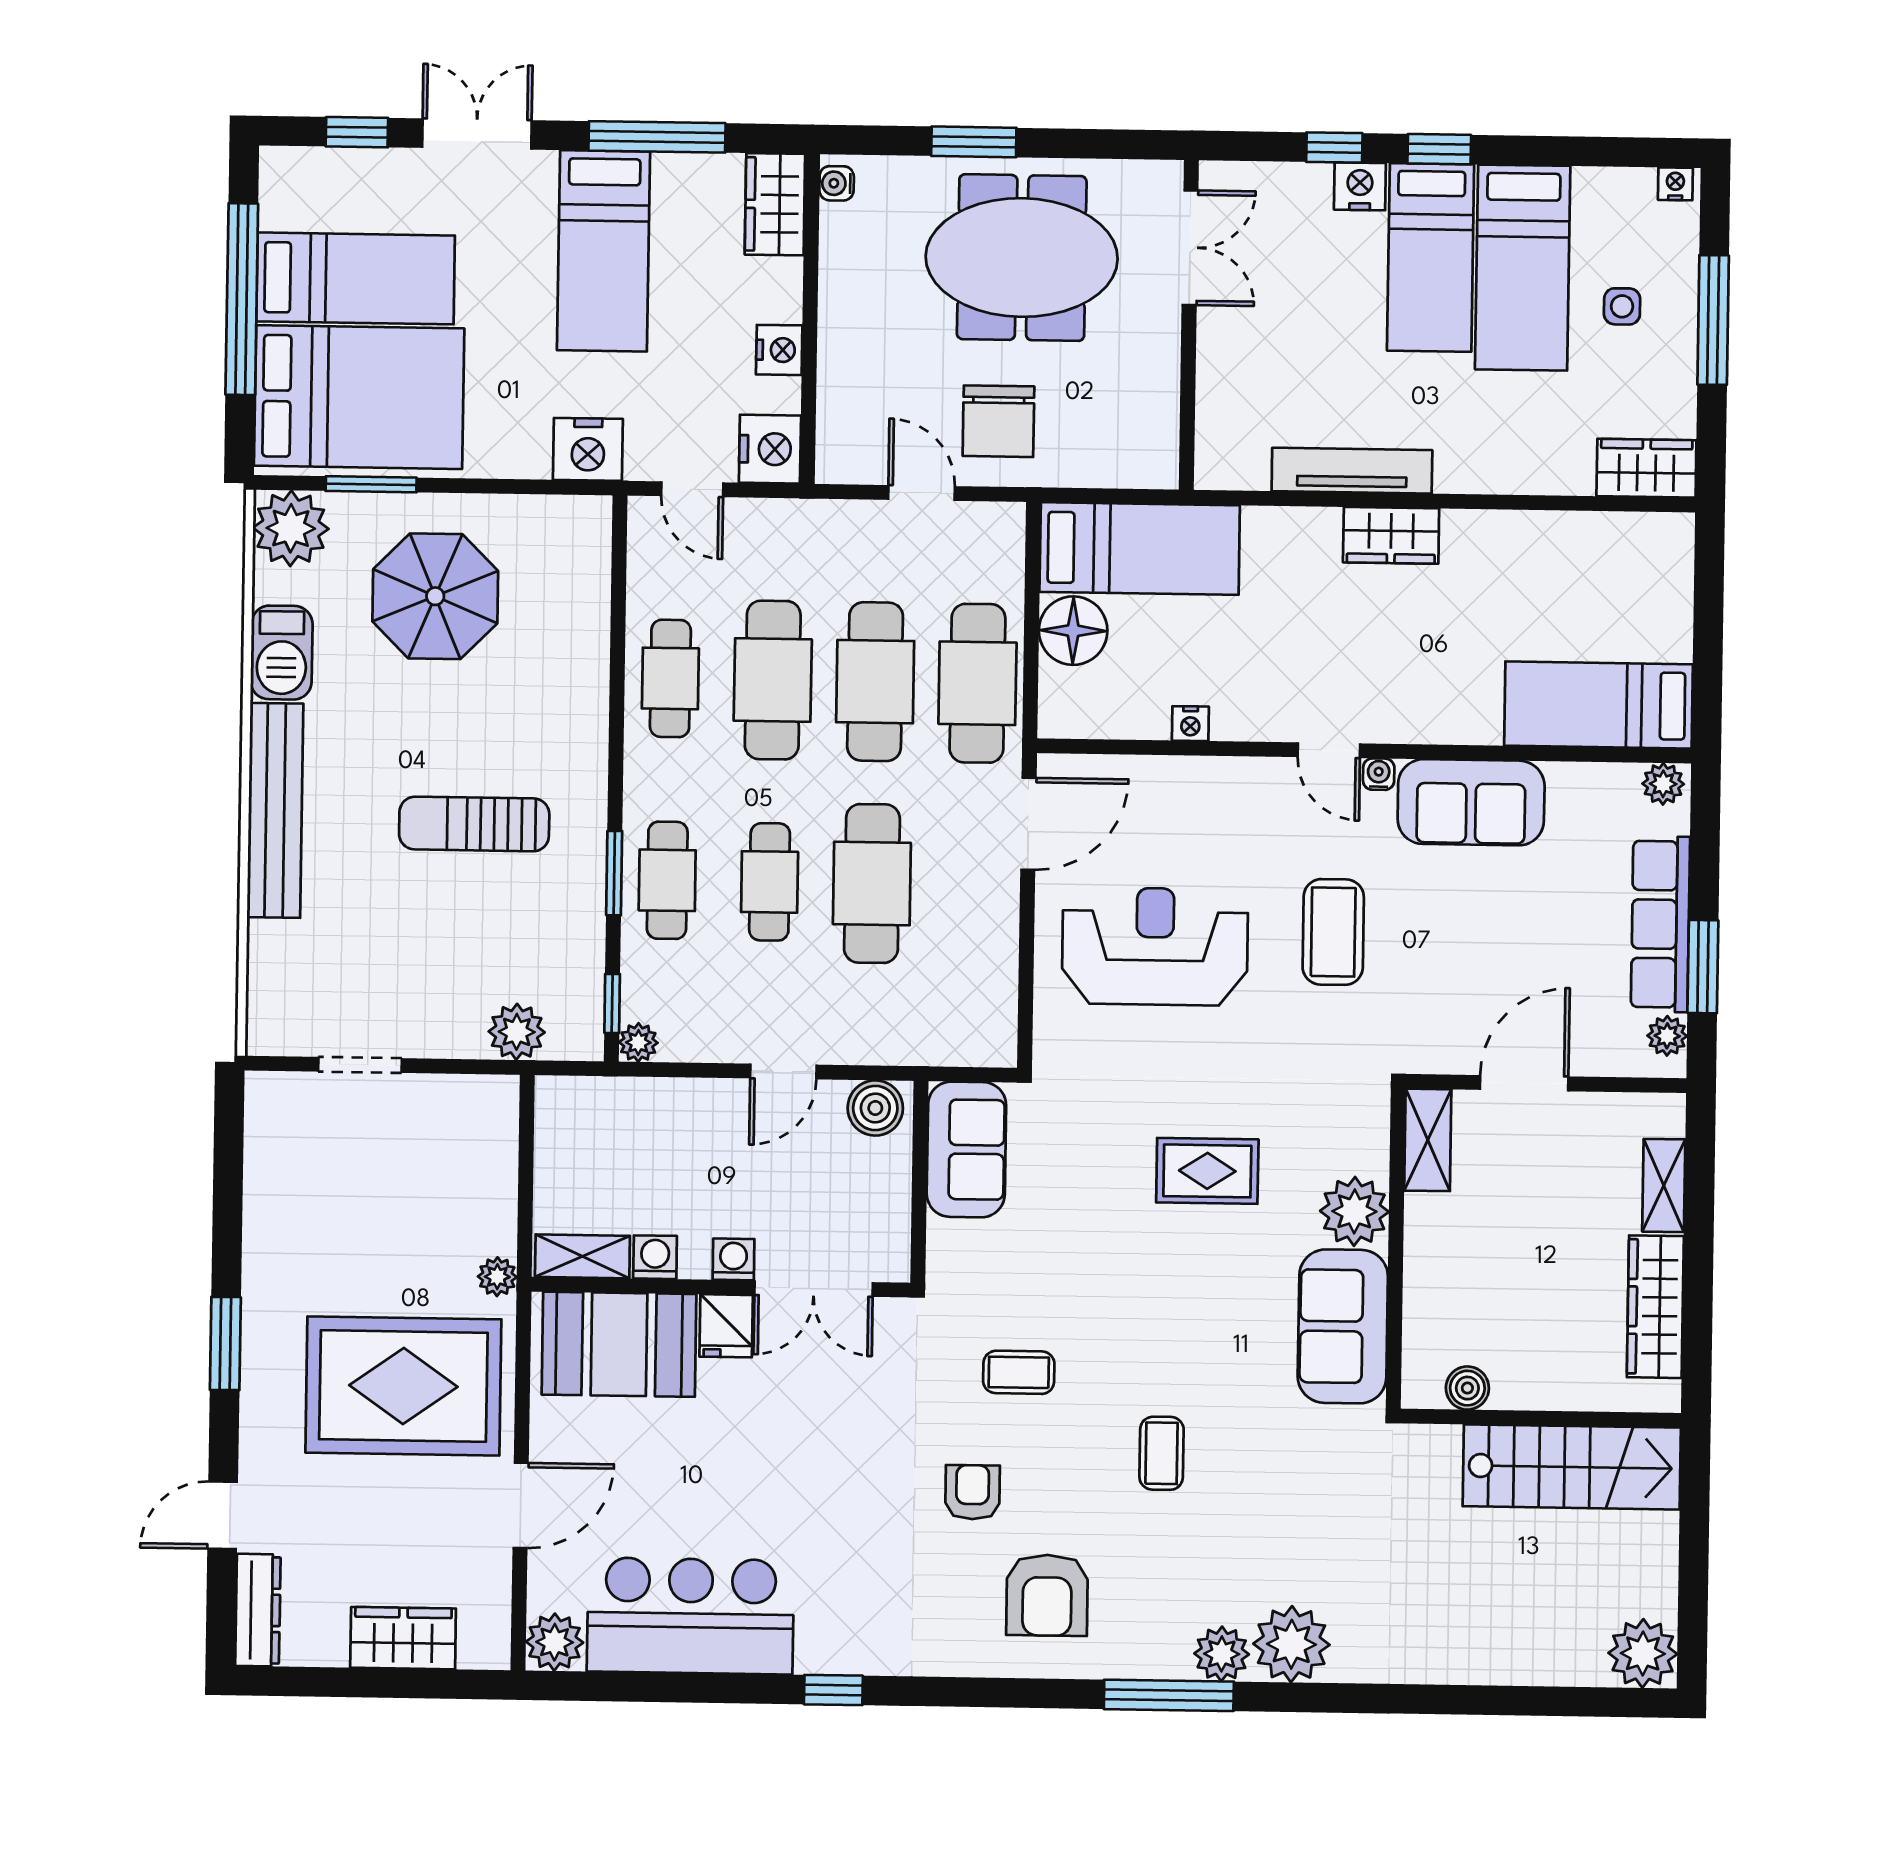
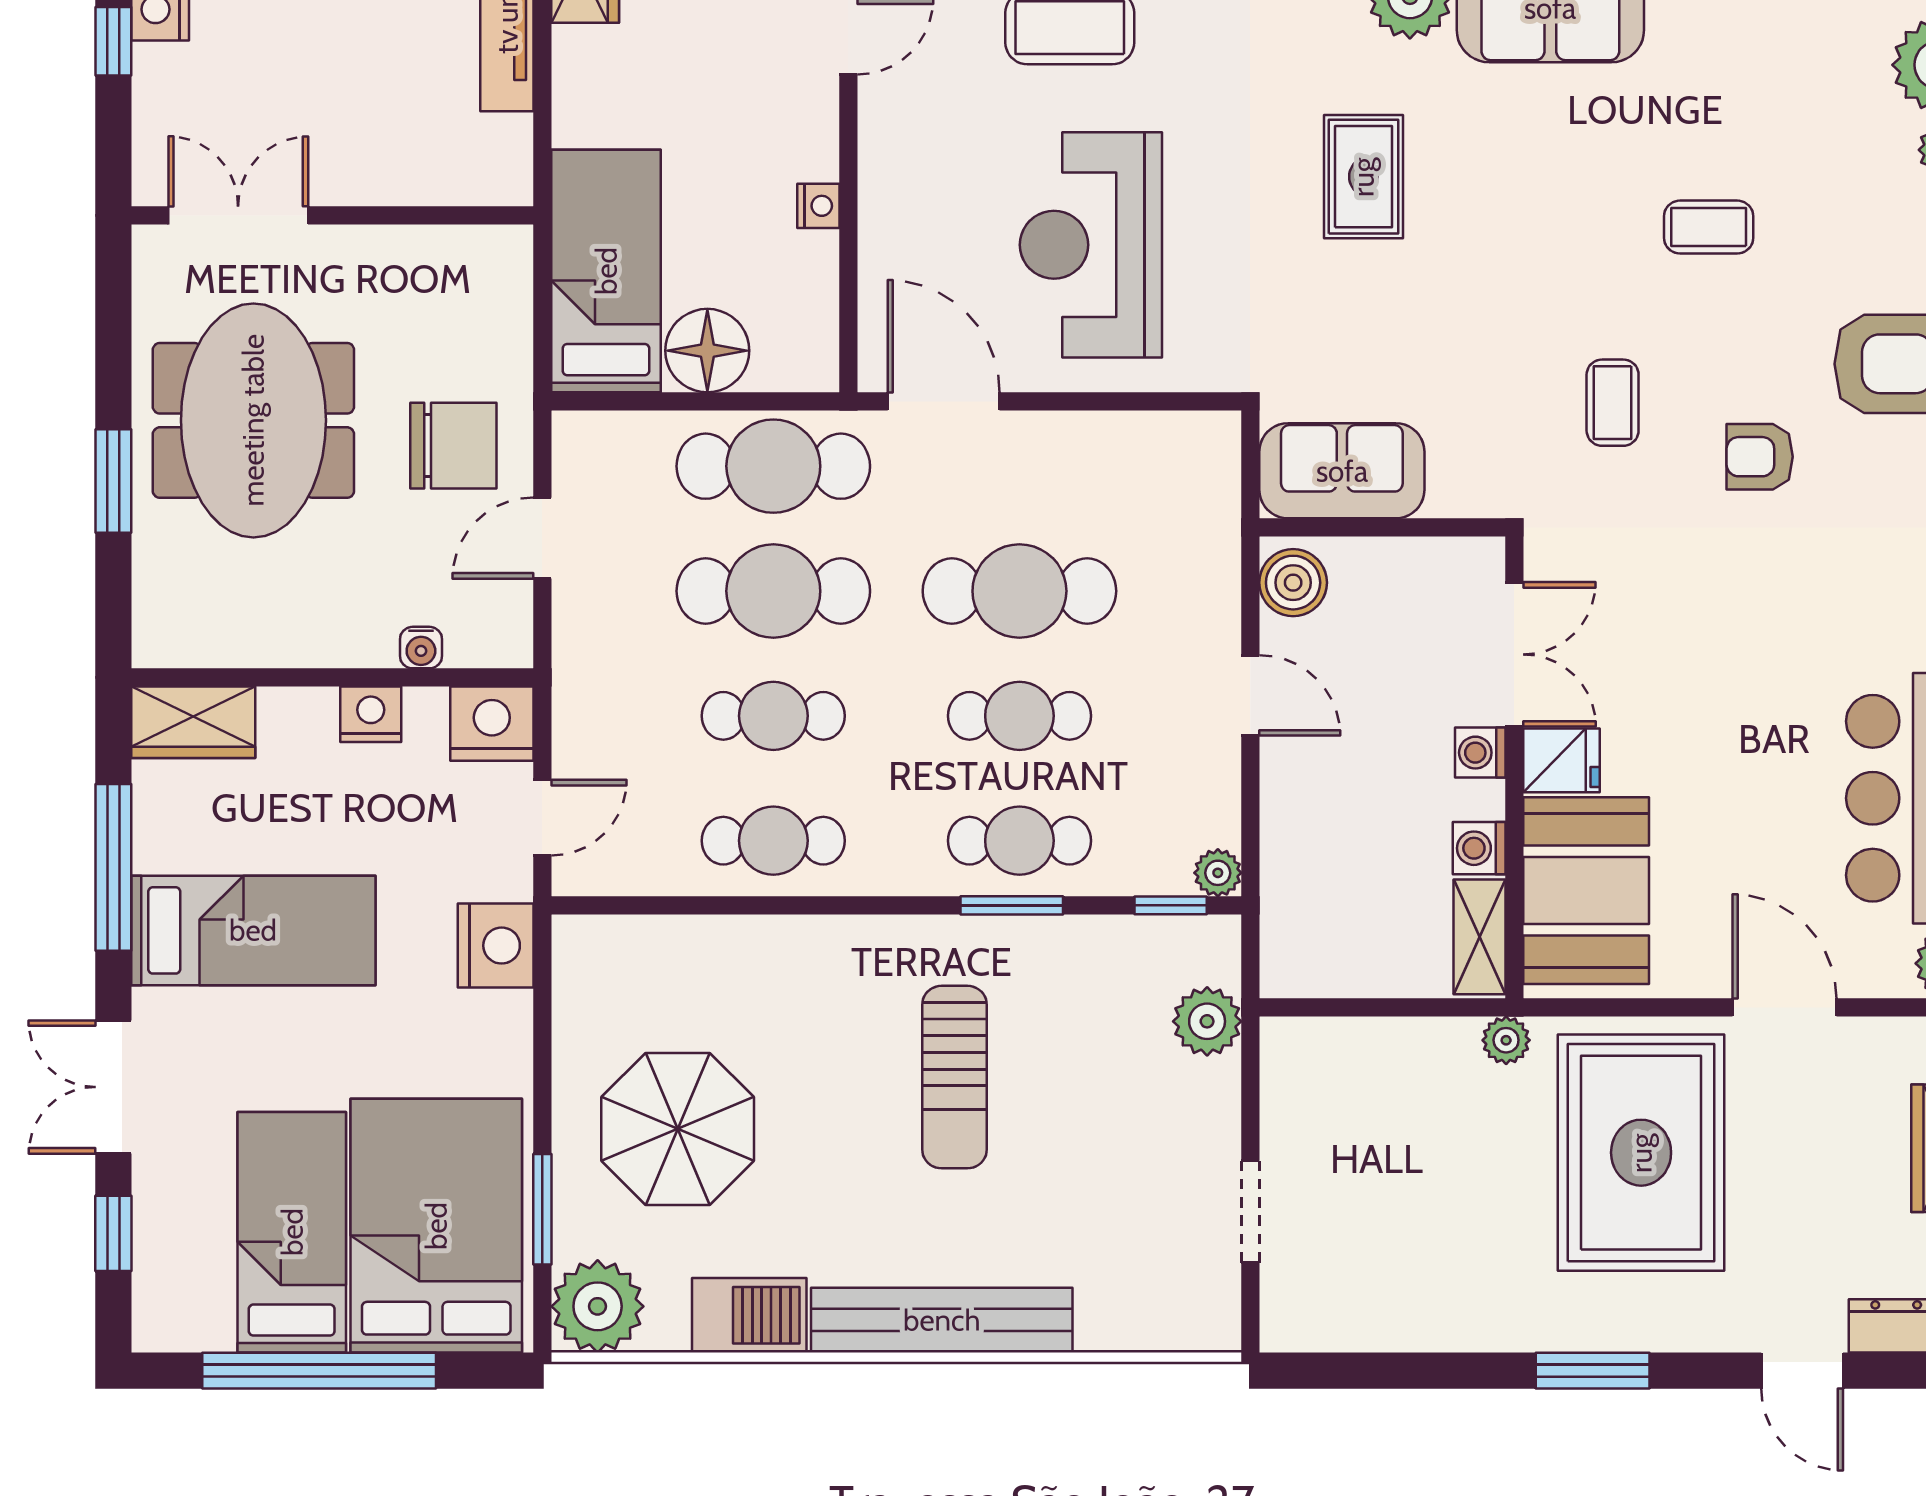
water cooler: (837, 183) -> (421, 648), moved
cafe table: (773, 680) -> (773, 716), width x0.73, depth x0.74

